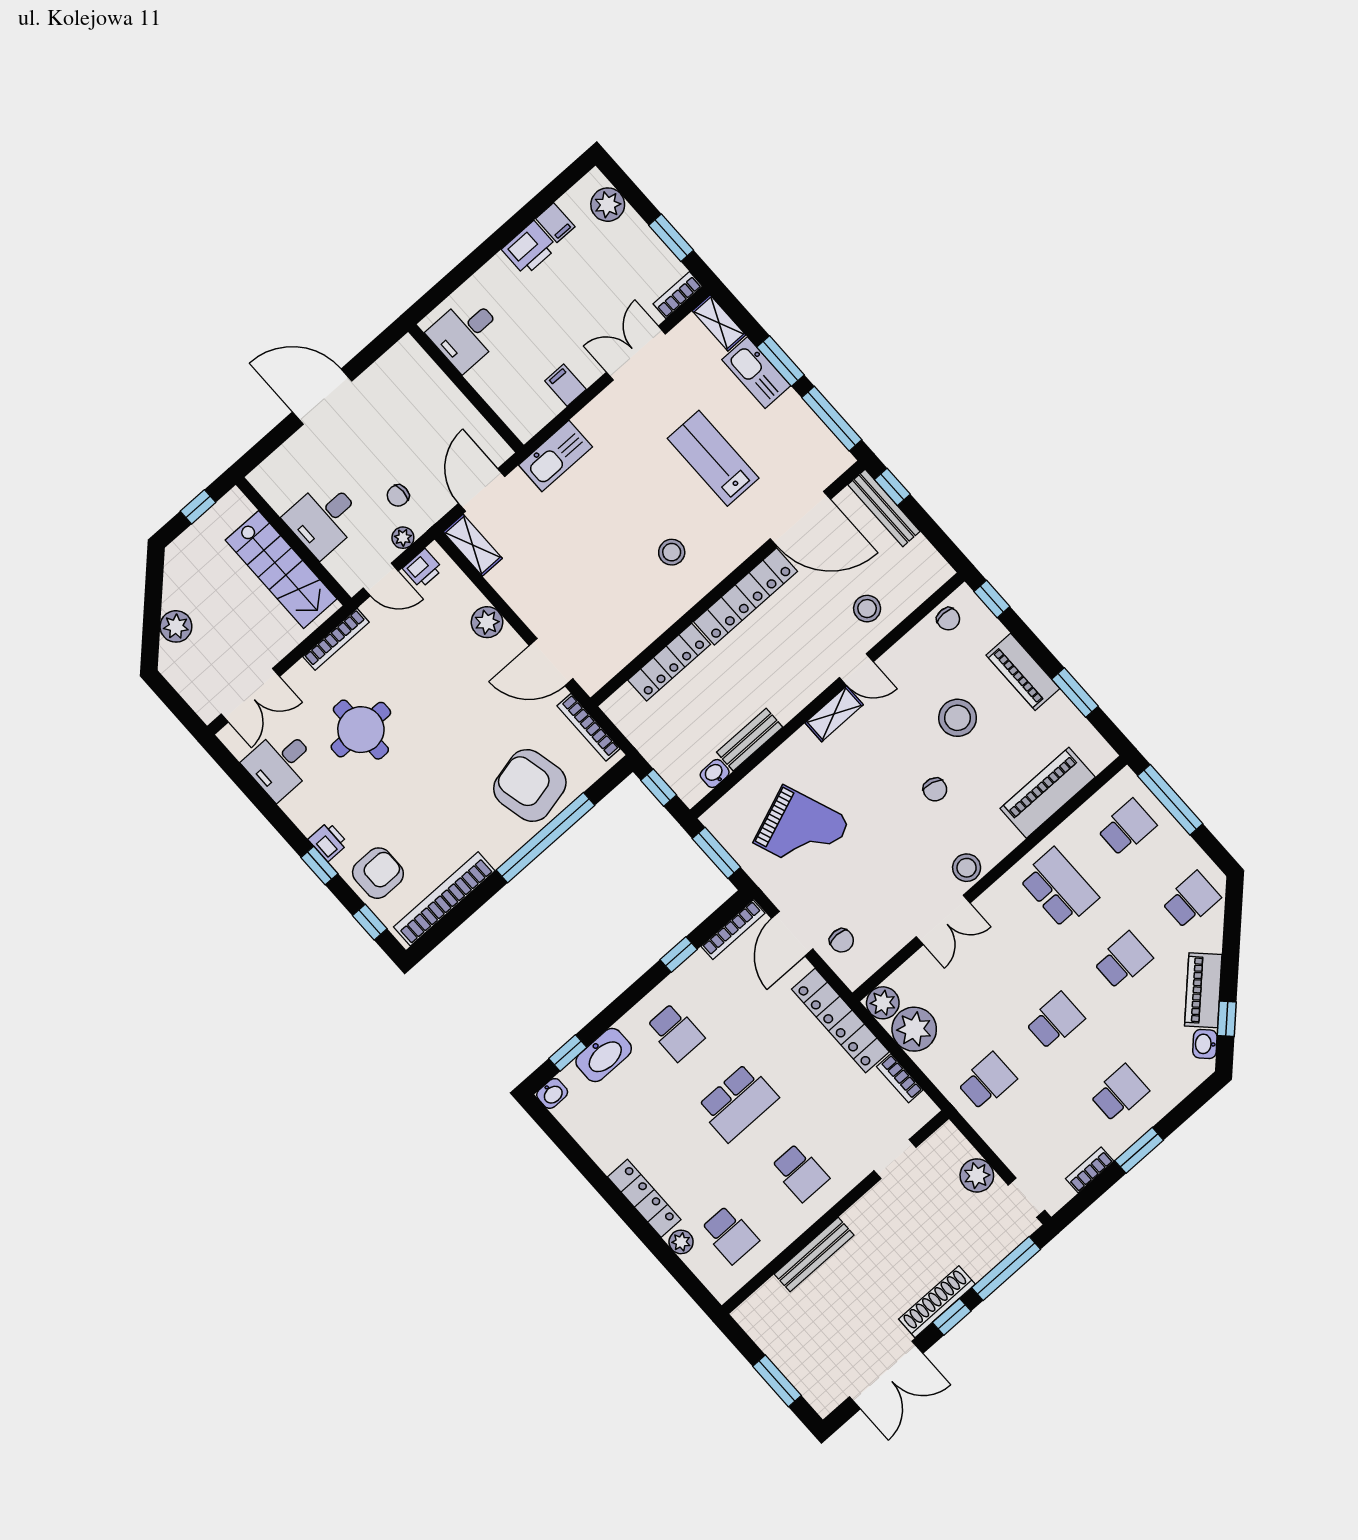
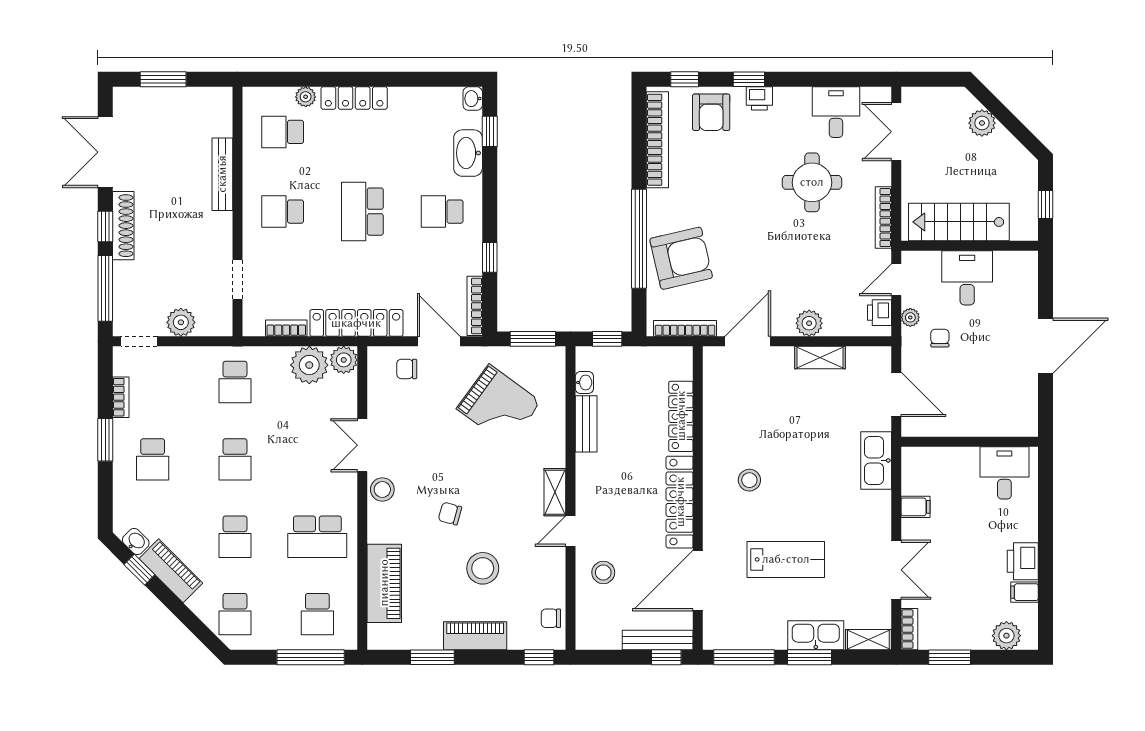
shelving: (473, 545) -> (820, 358), moved
grand piano: (802, 831) -> (499, 405), turned -123

